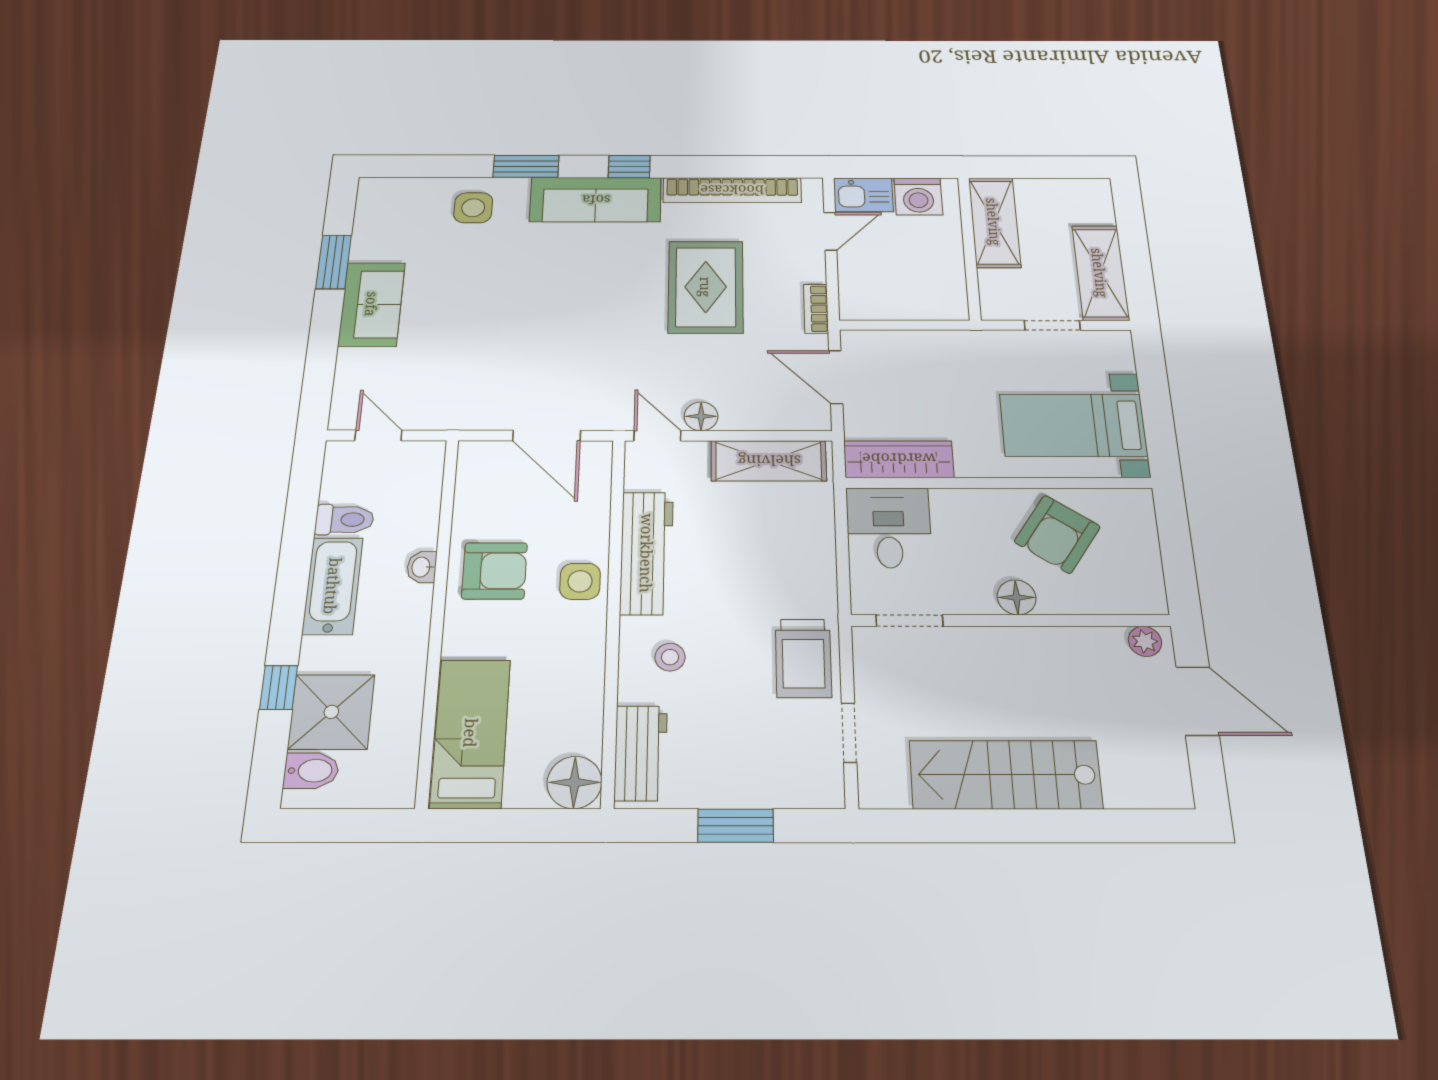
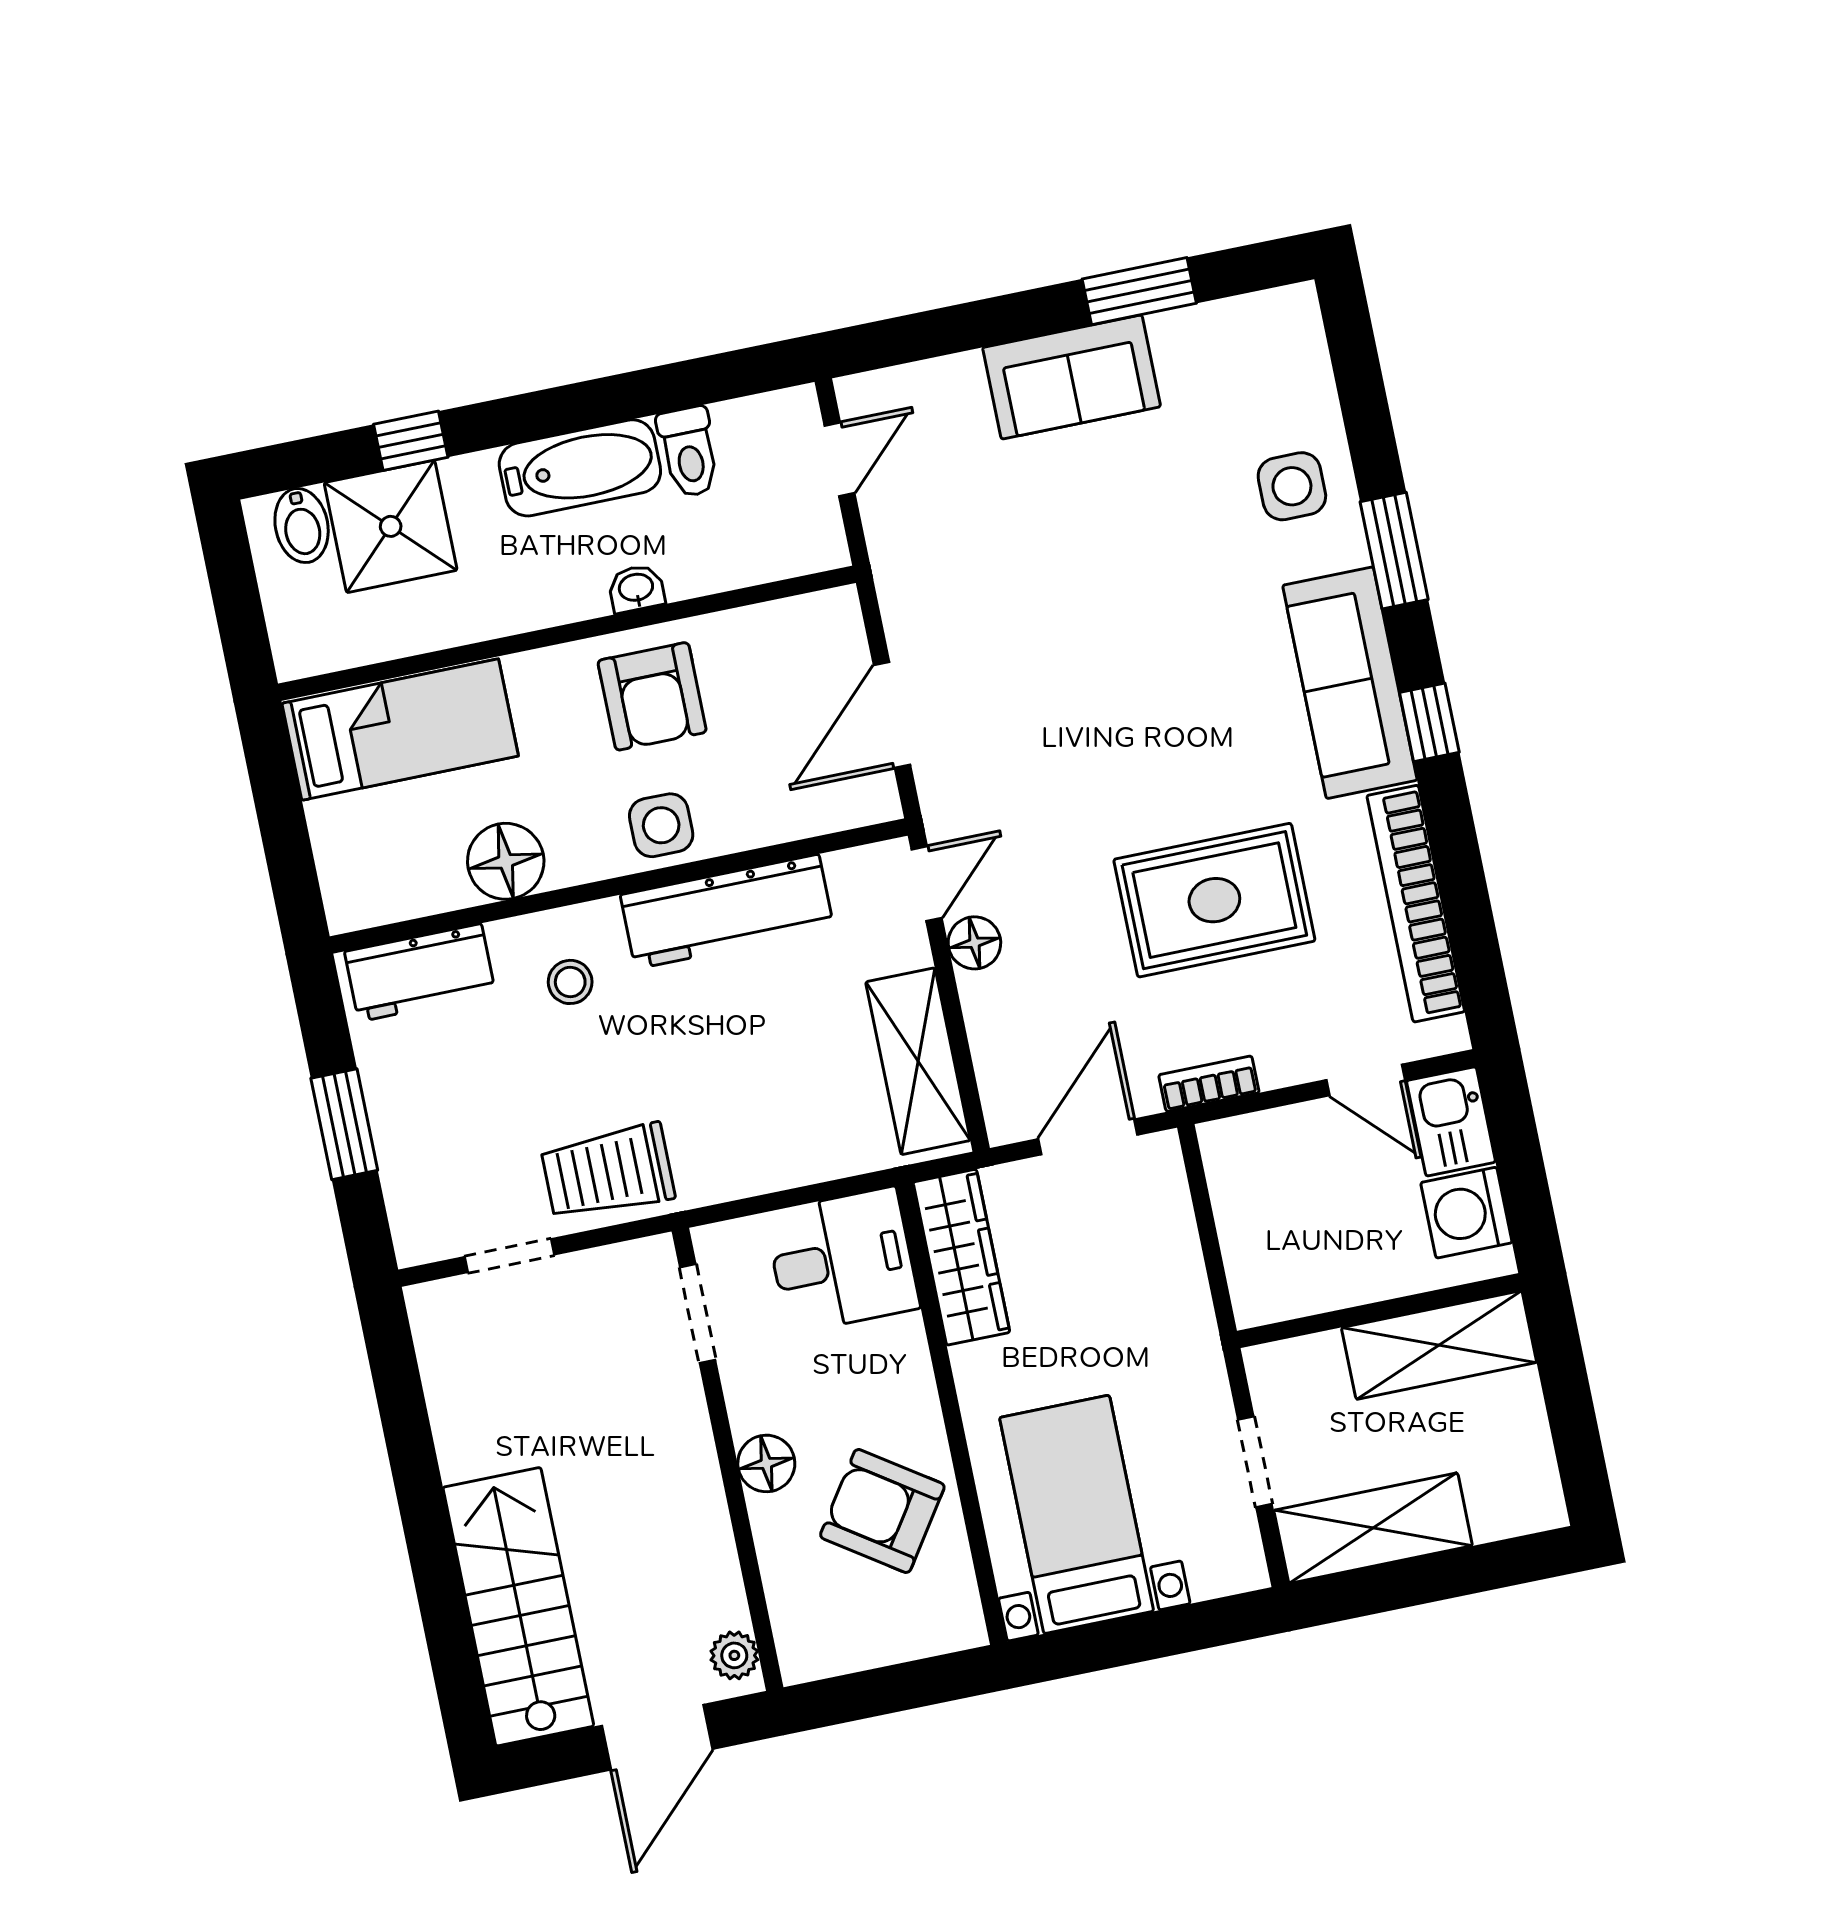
stairs: (1005, 775) -> (518, 1607), moved
floor lamp: (574, 782) -> (506, 861), moved

